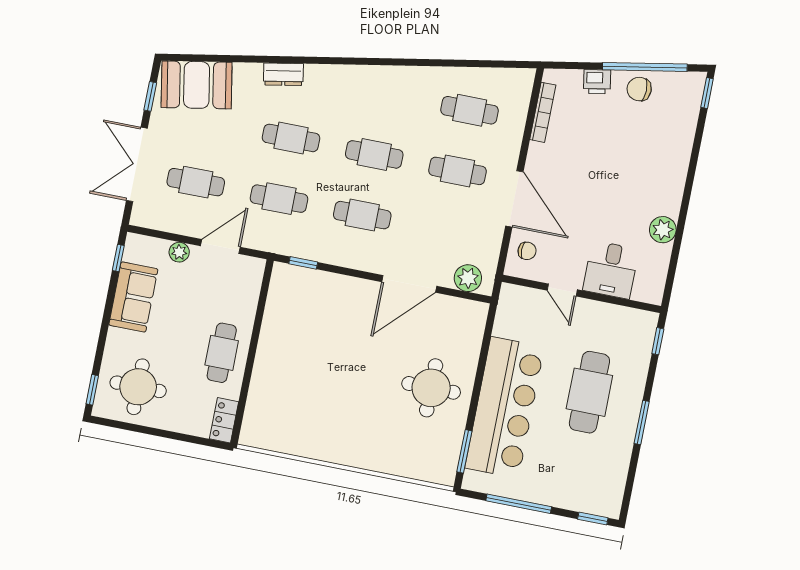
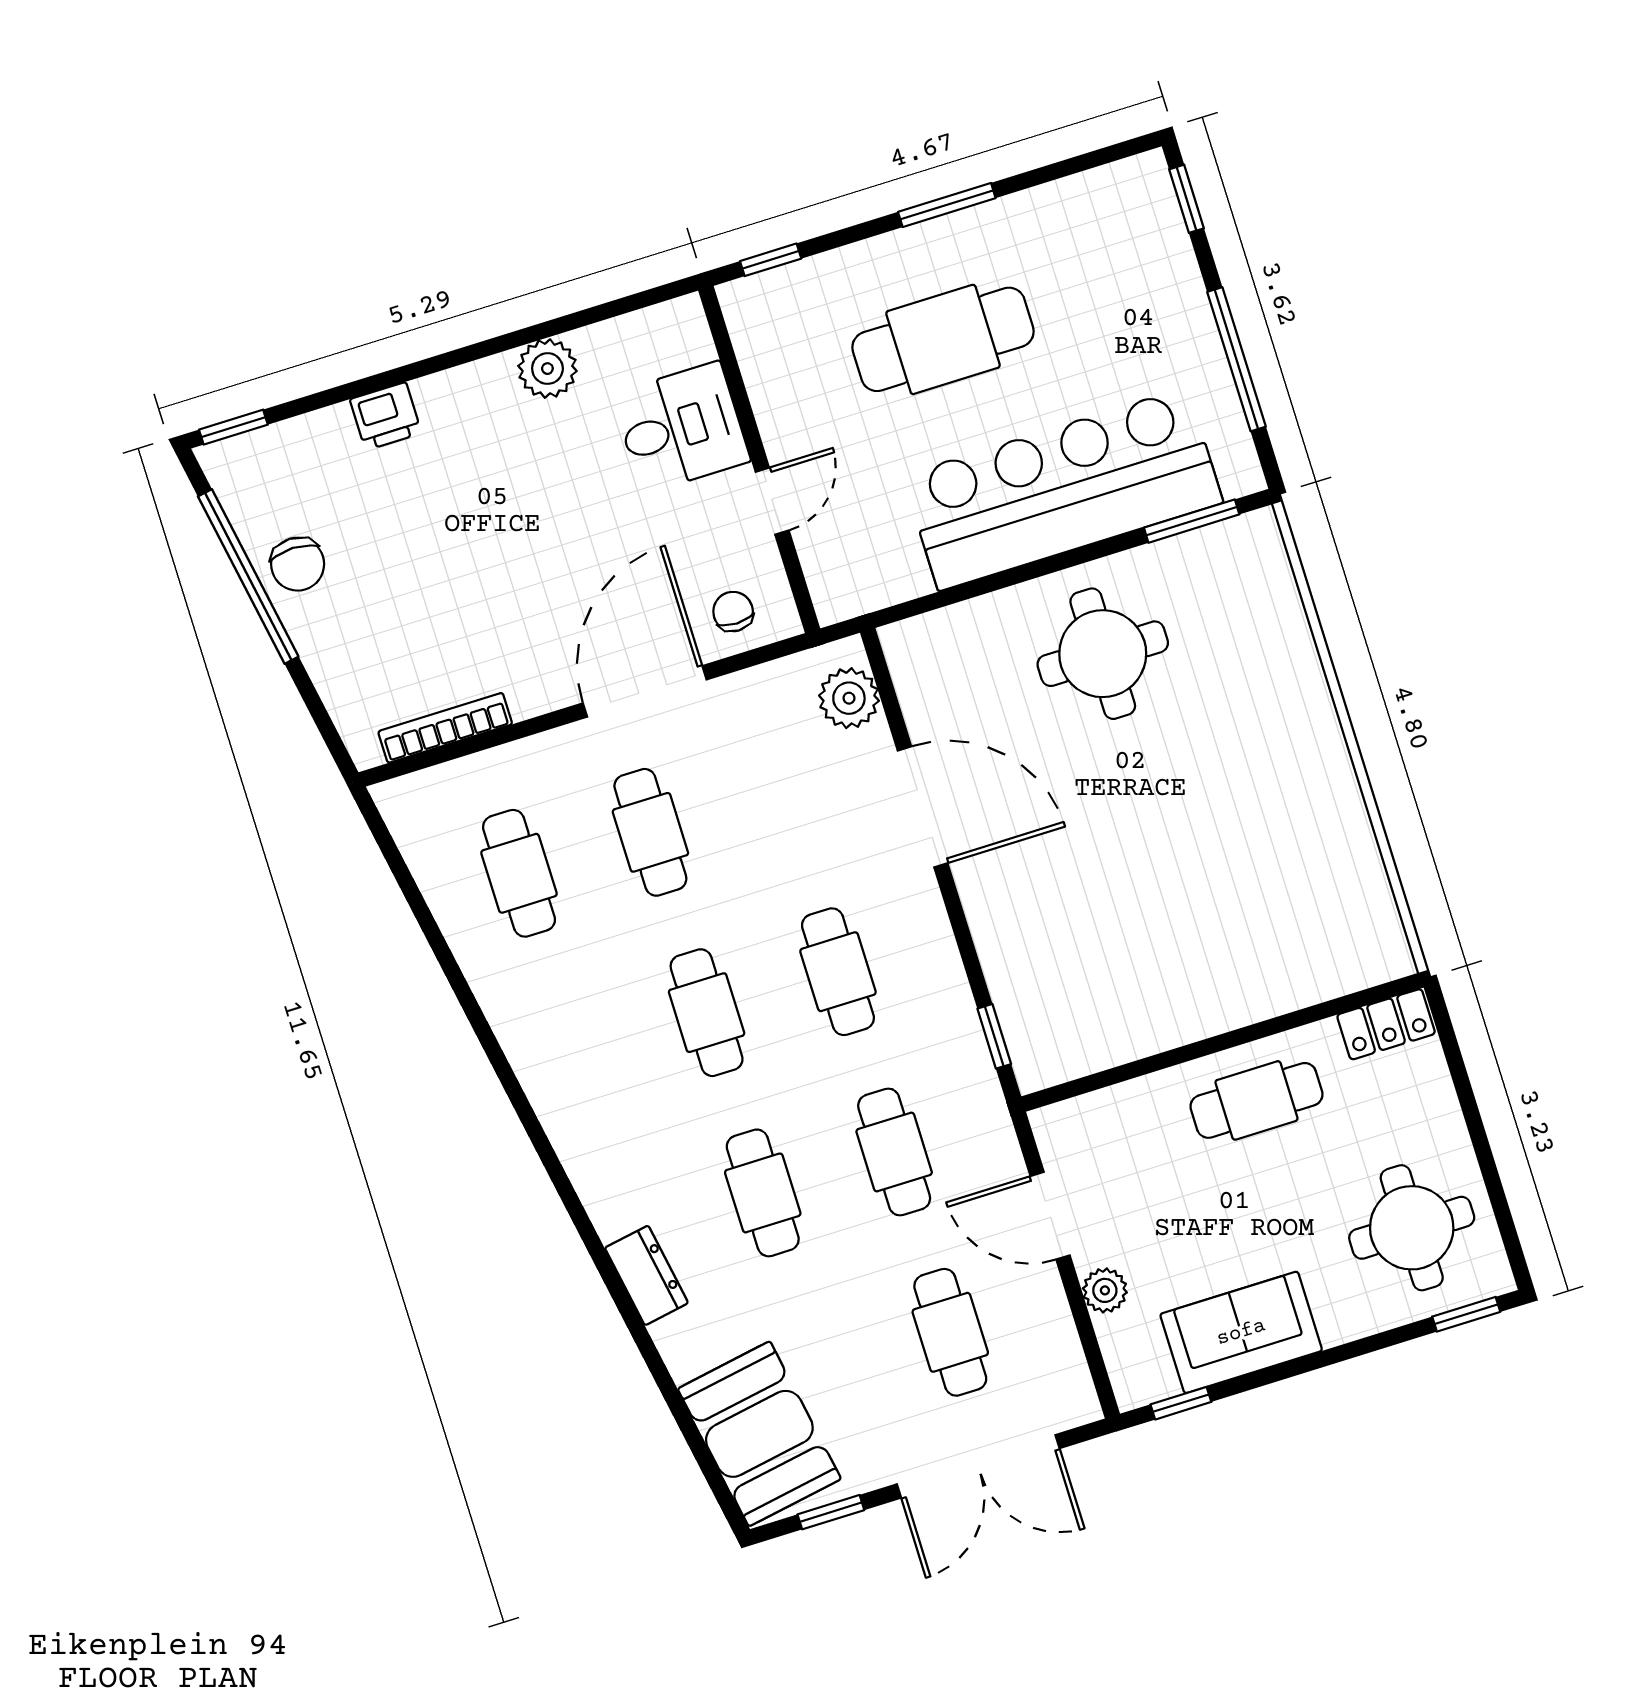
printer: (597, 82) -> (386, 416), moved, turned 100

